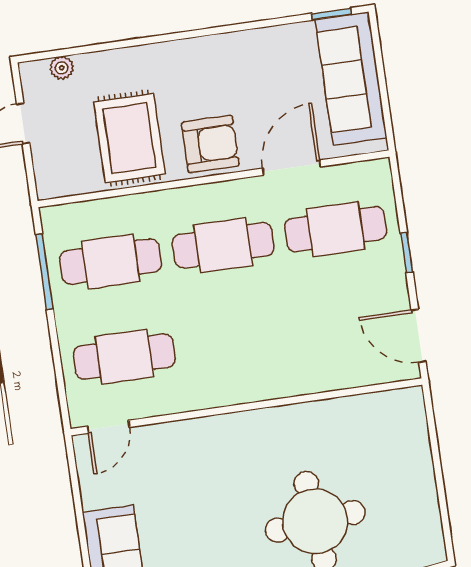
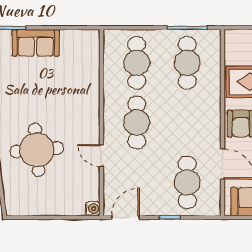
cafe table: (223, 245) -> (137, 123), moved
water cooler: (411, 400) -> (92, 209), added
door: (109, 427) -> (101, 156), moved

